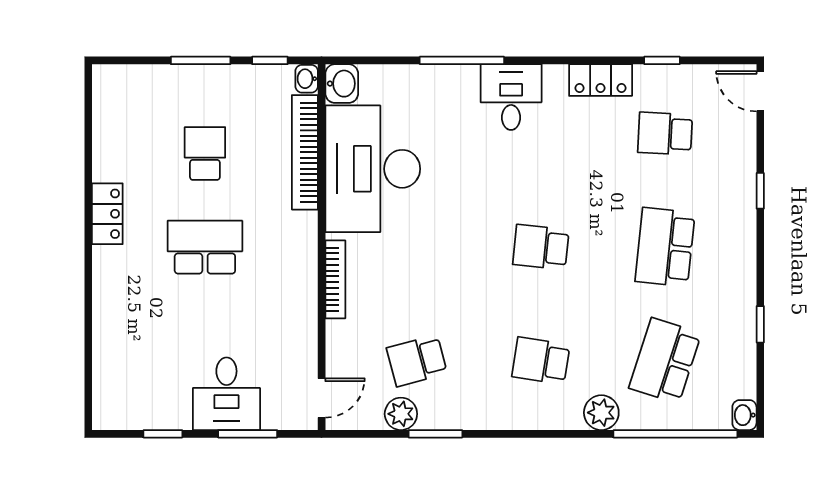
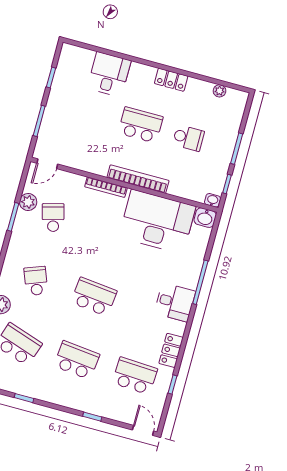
door: (760, 91) -> (143, 430), hinge flipped
plant: (104, 120) -> (220, 91), added
school desk: (665, 134) -> (135, 376), width x1.85
bookcase: (305, 152) -> (138, 179), moved
school desk: (205, 247) -> (141, 125), turned -90
school desk: (541, 247) -> (94, 297), width x1.85
school desk: (541, 361) -> (36, 281), turned -30
desk: (226, 394) -> (109, 74), moved, turned 90
door: (322, 398) -> (47, 164), hinge flipped

